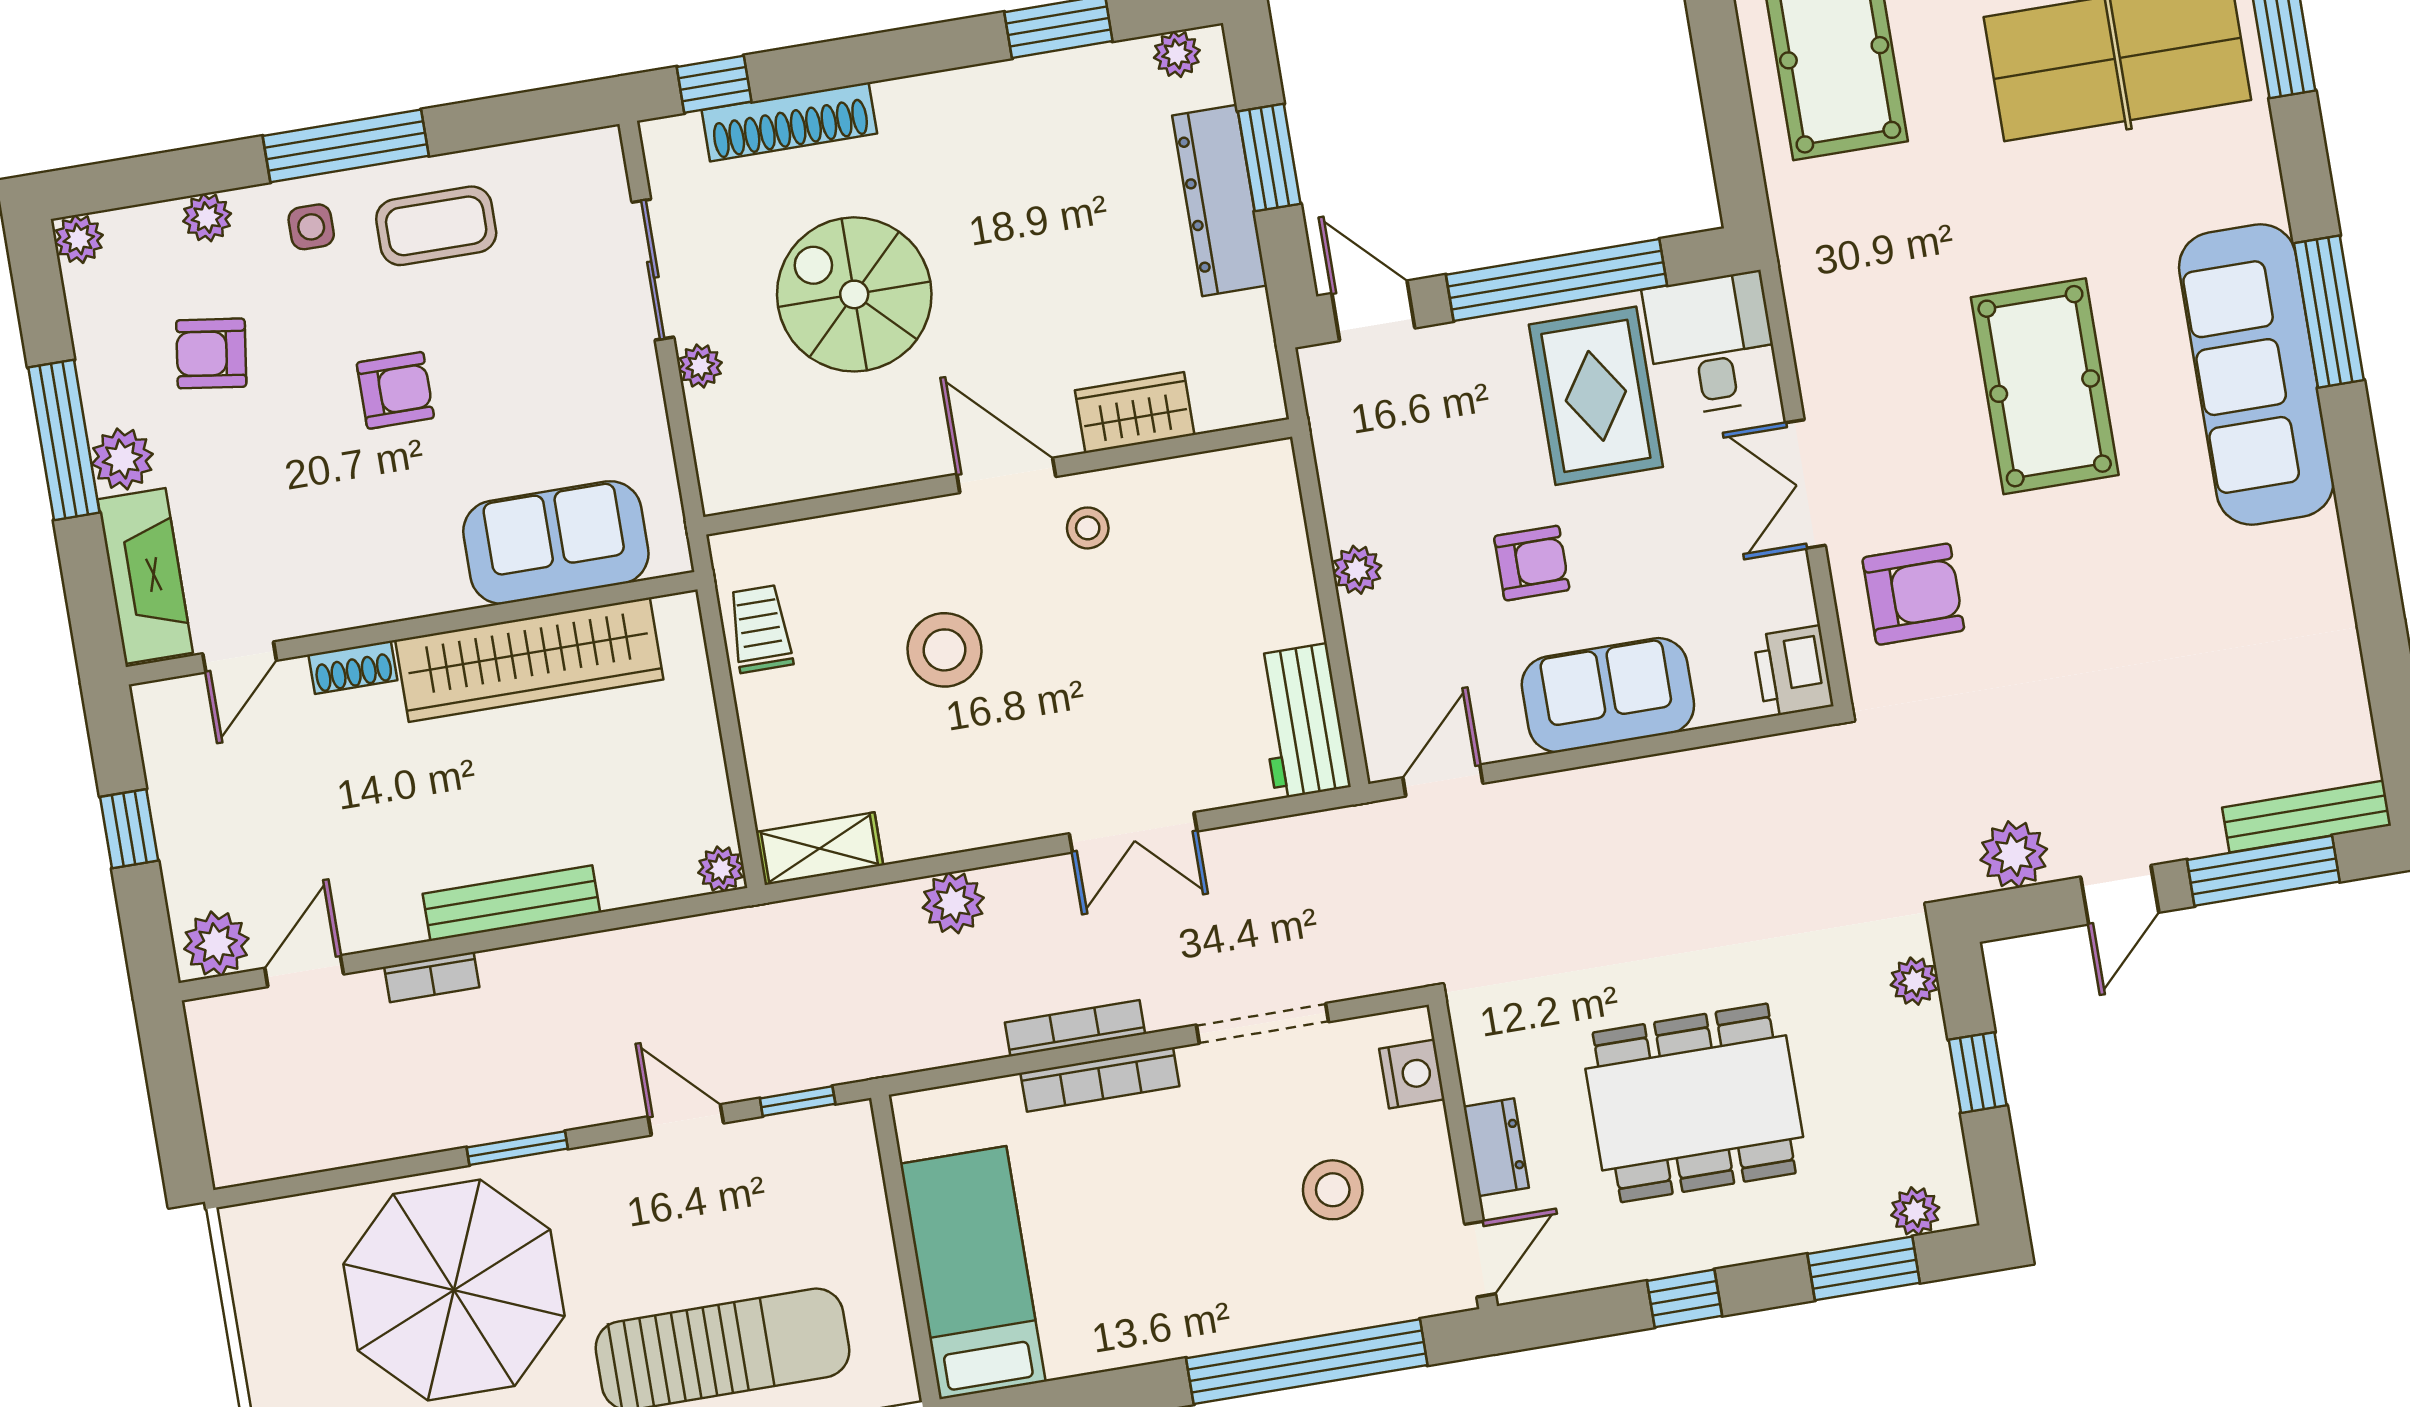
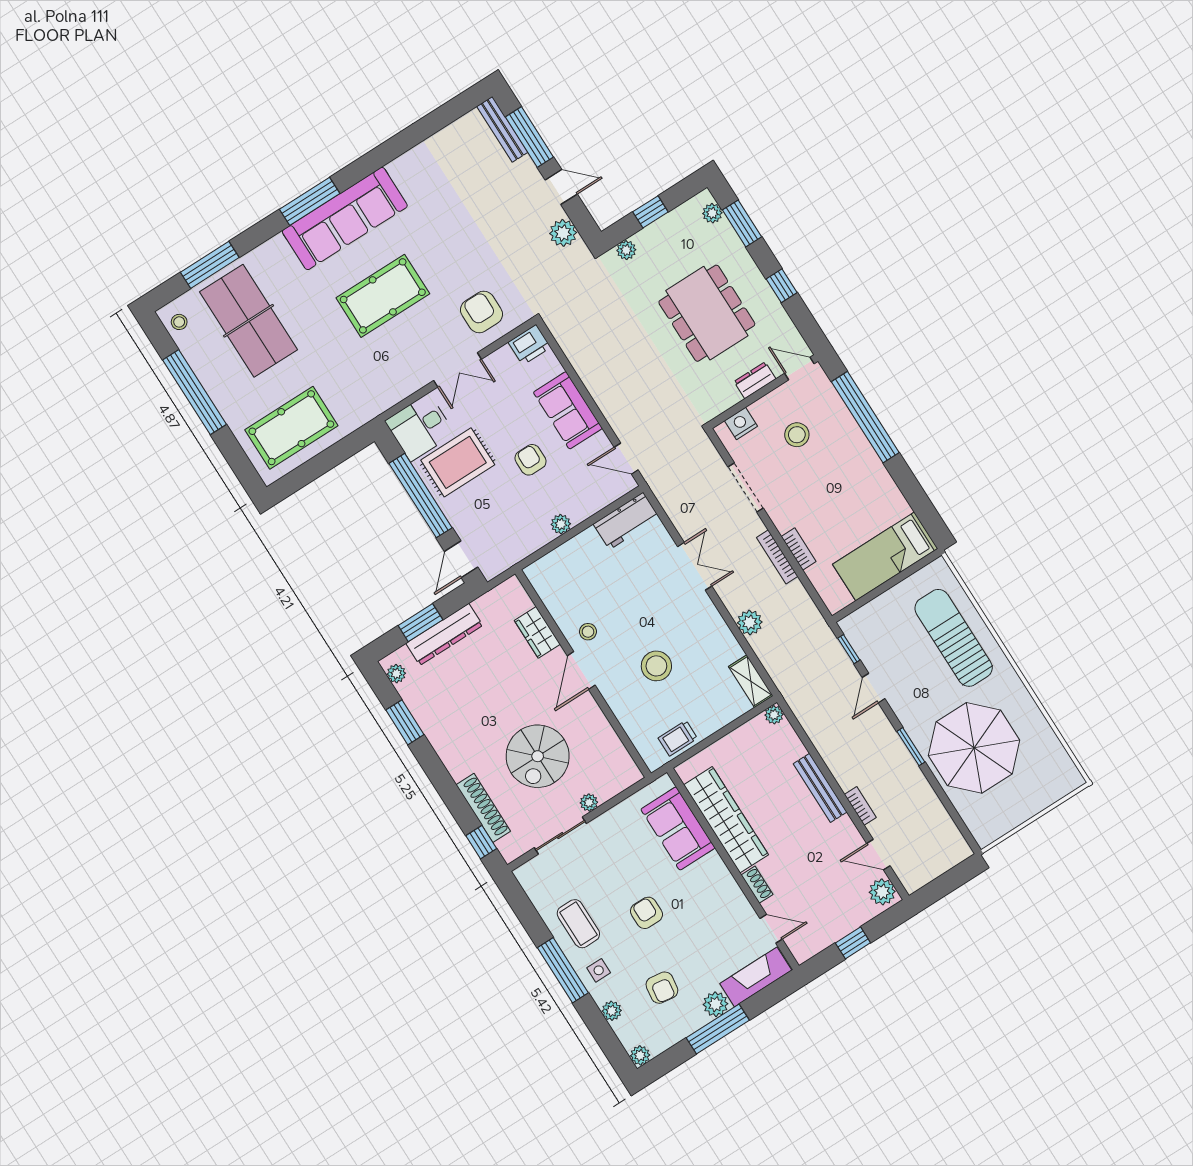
bookcase: (1100, 1080) -> (799, 549), width x0.64

